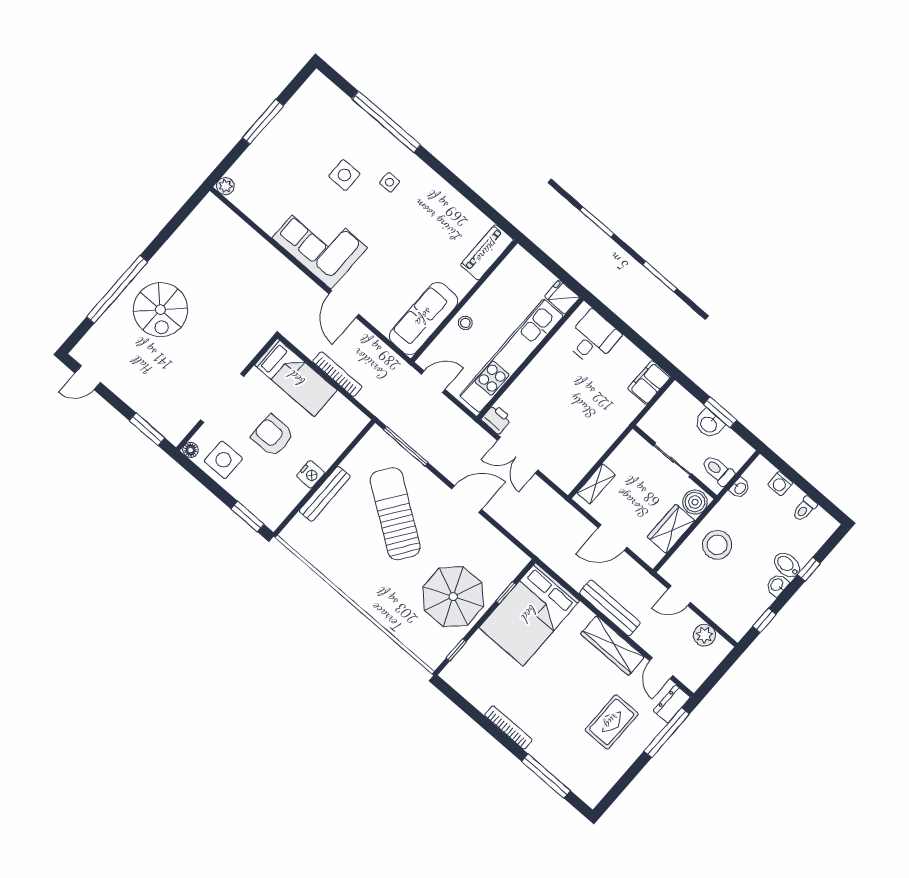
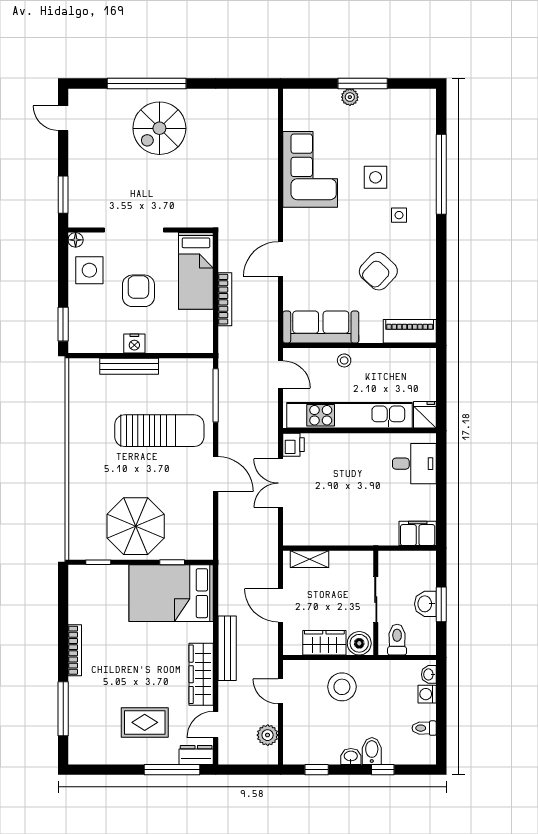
plant: (225, 186) -> (350, 97), moved
armchair: (419, 236) -> (378, 271), added
corner sofa: (320, 243) -> (310, 169), moved
washbasin: (740, 488) -> (429, 674), moved, turned 90
sun lounger: (395, 514) -> (159, 431), turned 55

